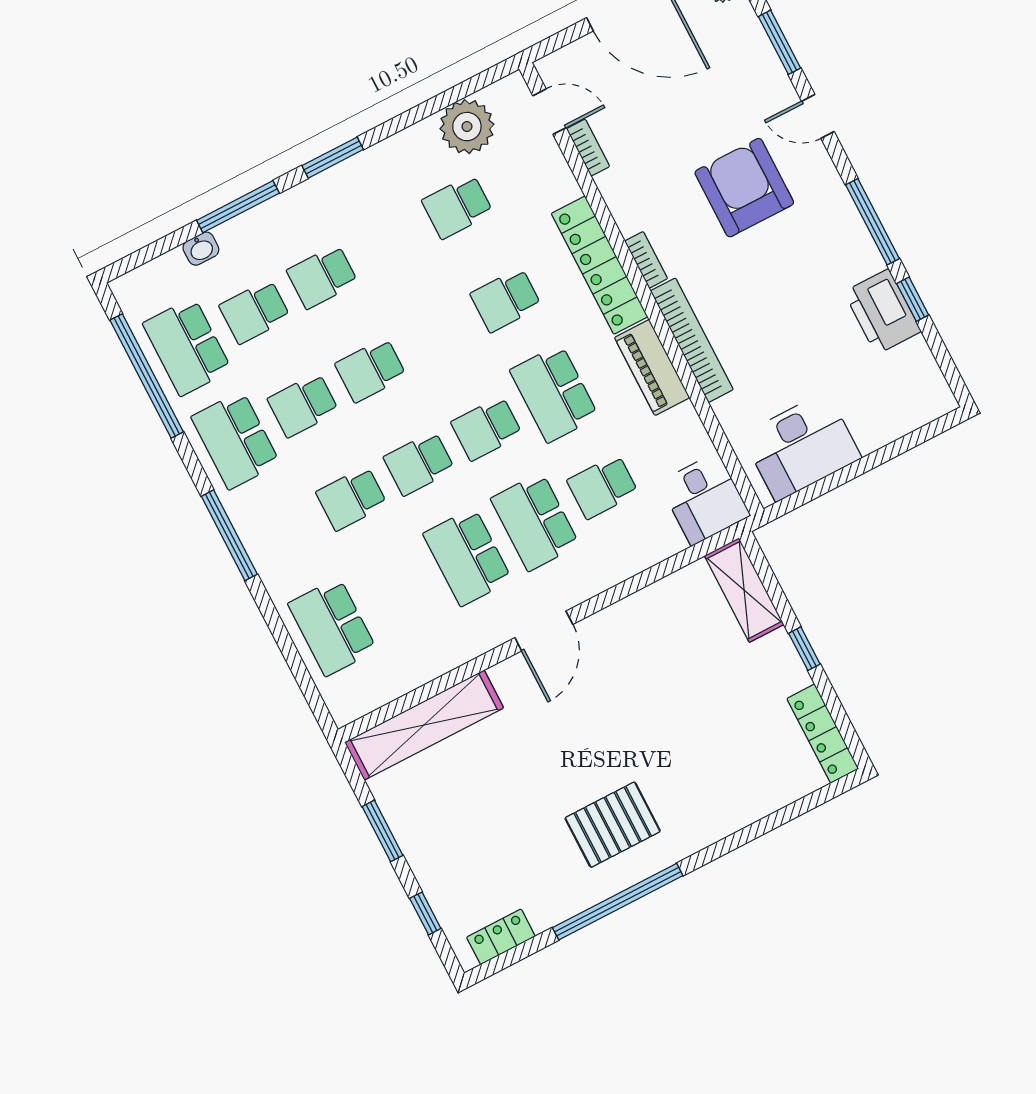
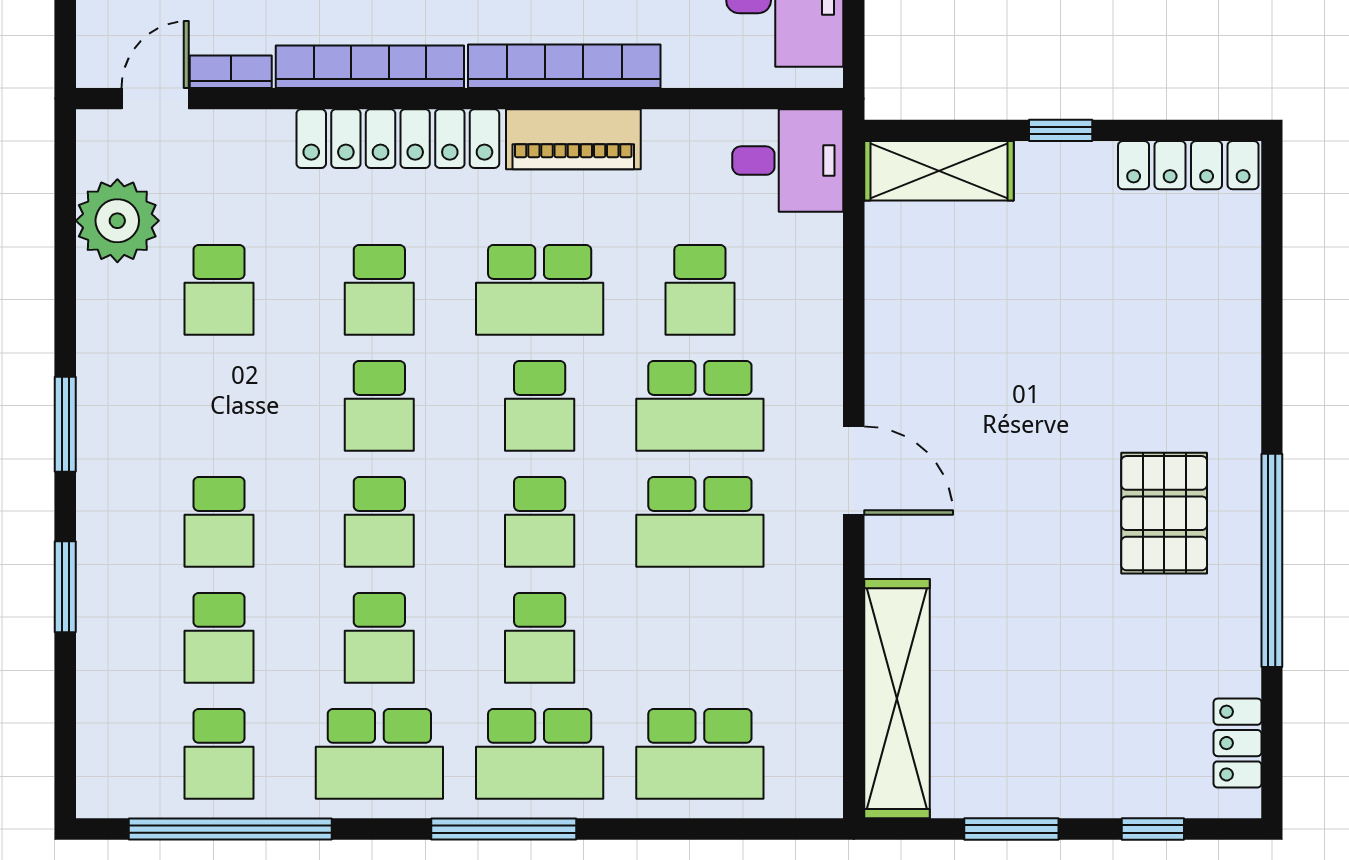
window: (238, 207) -> (65, 587), width x0.69
washbasin: (201, 249) -> (96, 666), removed
bookcase: (646, 260) -> (370, 67), width x2.31, depth x1.31
school desk: (438, 335) -> (379, 406), added
school desk: (187, 347) -> (219, 754), width x0.54
school desk: (284, 533) -> (540, 754), added

